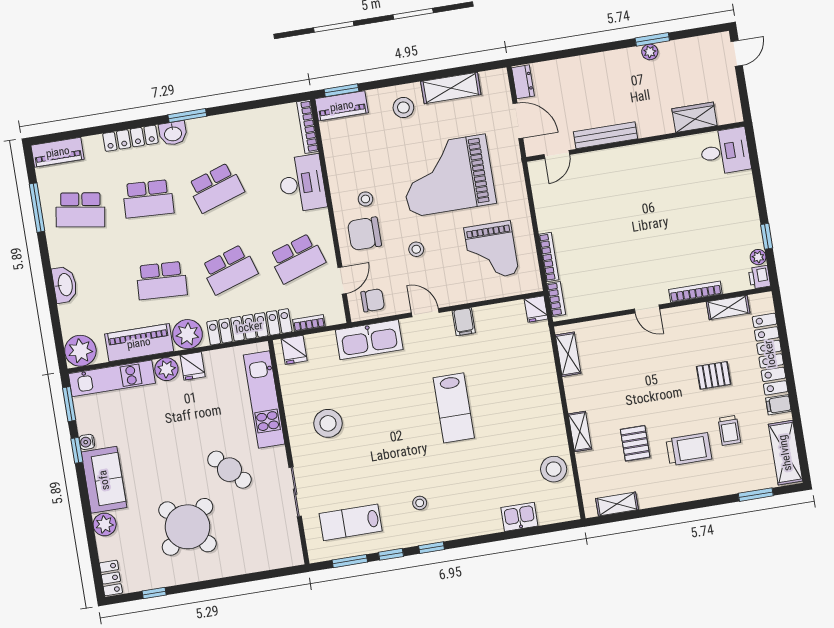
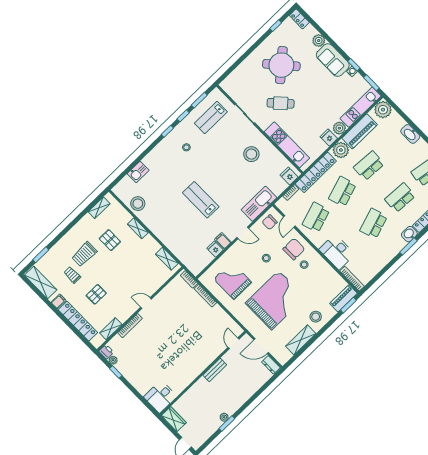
wardrobe: (695, 117) -> (174, 419), moved, turned -90
bench: (606, 135) -> (215, 370), width x0.73
fridge: (536, 309) -> (215, 249), moved
lab bench: (351, 522) -> (211, 117), turned 180

